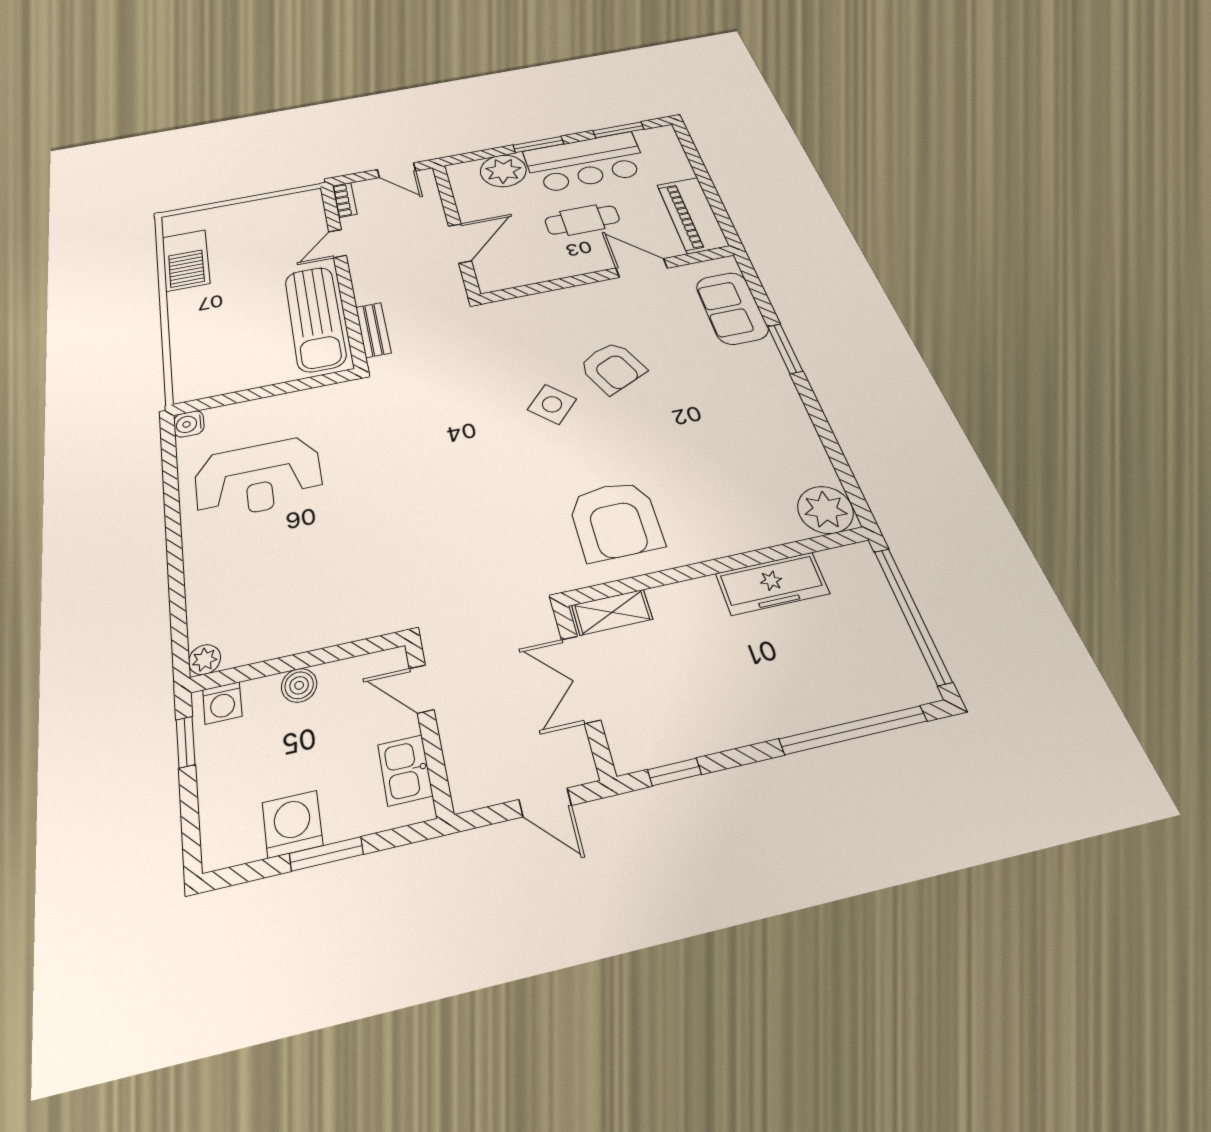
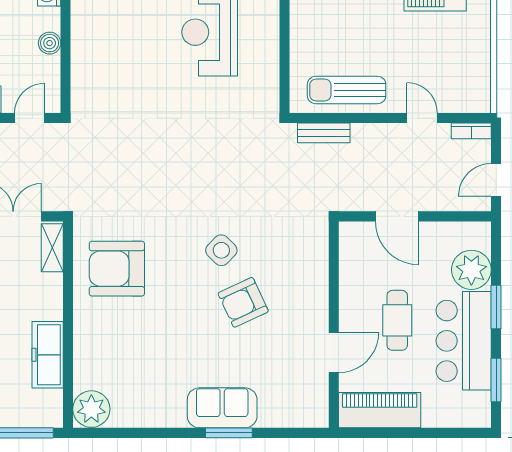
sofa: (732, 308) -> (222, 408), moved
sun lounger: (315, 318) -> (347, 90), width x0.73, depth x0.75

